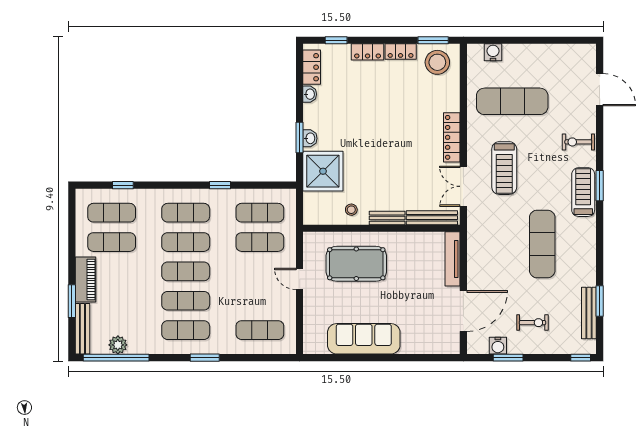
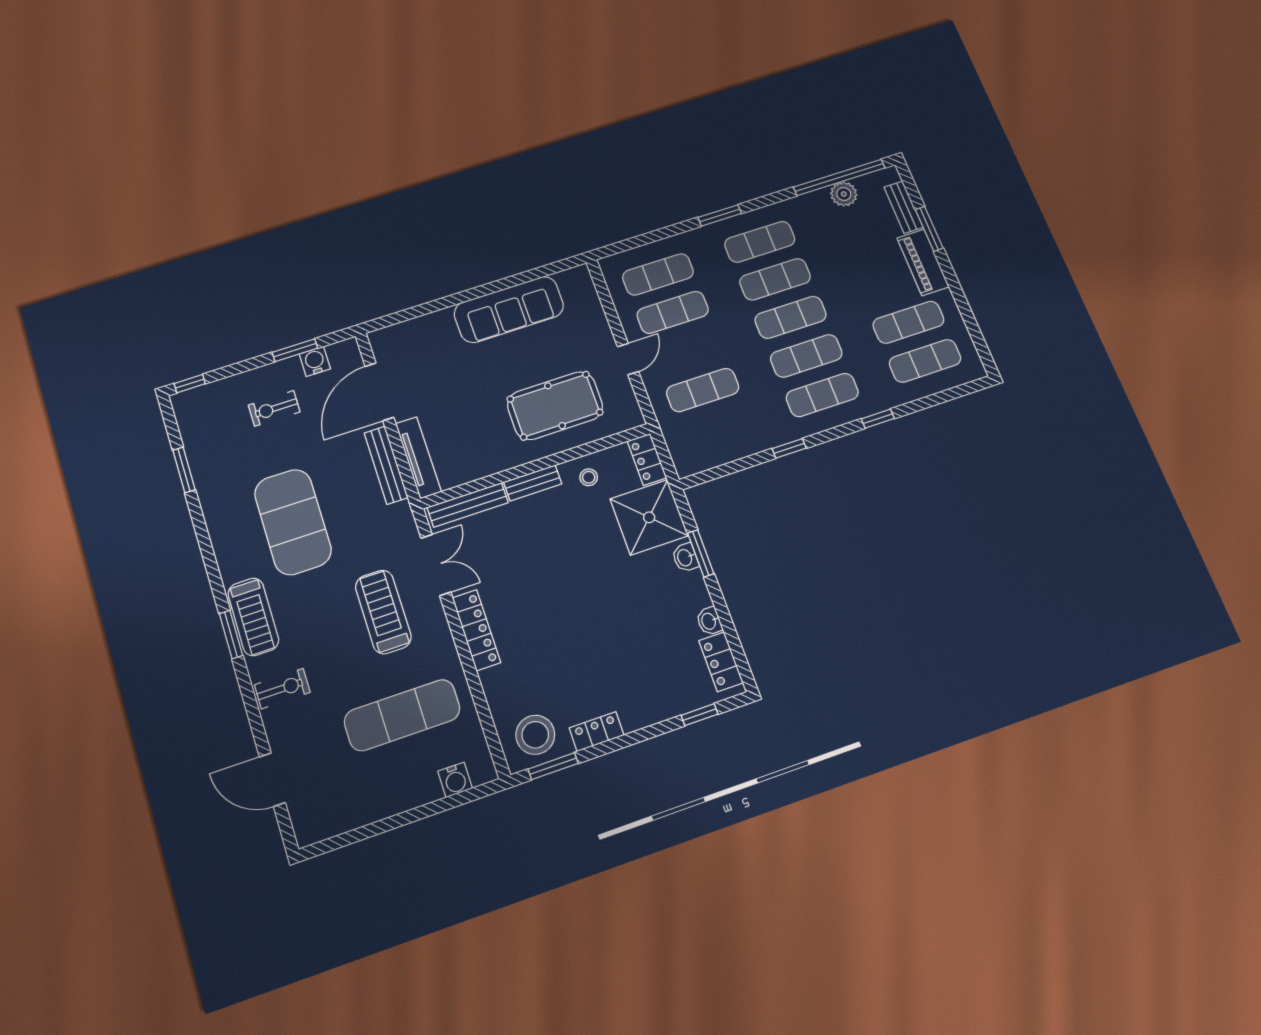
locker: (368, 52) -> (647, 459), moved, turned -90
window: (123, 185) -> (878, 419), moved
exercise mat: (260, 213) -> (673, 312), moved
exercise mat: (542, 244) -> (293, 522), width x1.47
door: (300, 279) -> (628, 359), hinge flipped
bench: (589, 313) -> (386, 465), moved
bench: (82, 329) -> (904, 207), width x0.73

